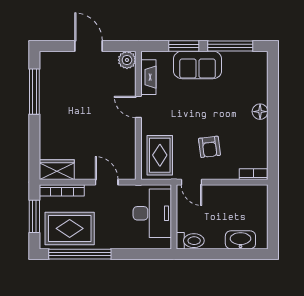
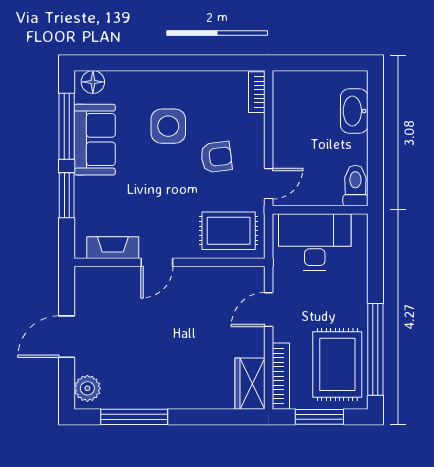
plant: (127, 60) -> (87, 388), moved
sofa: (198, 65) -> (95, 140), moved
floor lamp: (260, 112) -> (93, 82), moved
side table: (230, 115) -> (168, 126), added

